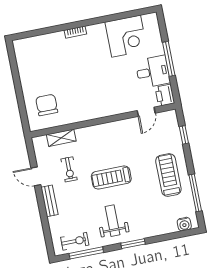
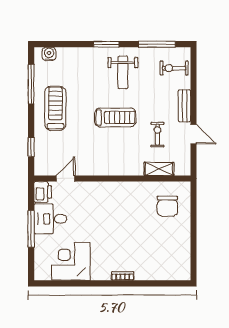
treadmill: (168, 175) -> (55, 108), turned 180
exercise bike: (75, 241) -> (174, 68), moved

